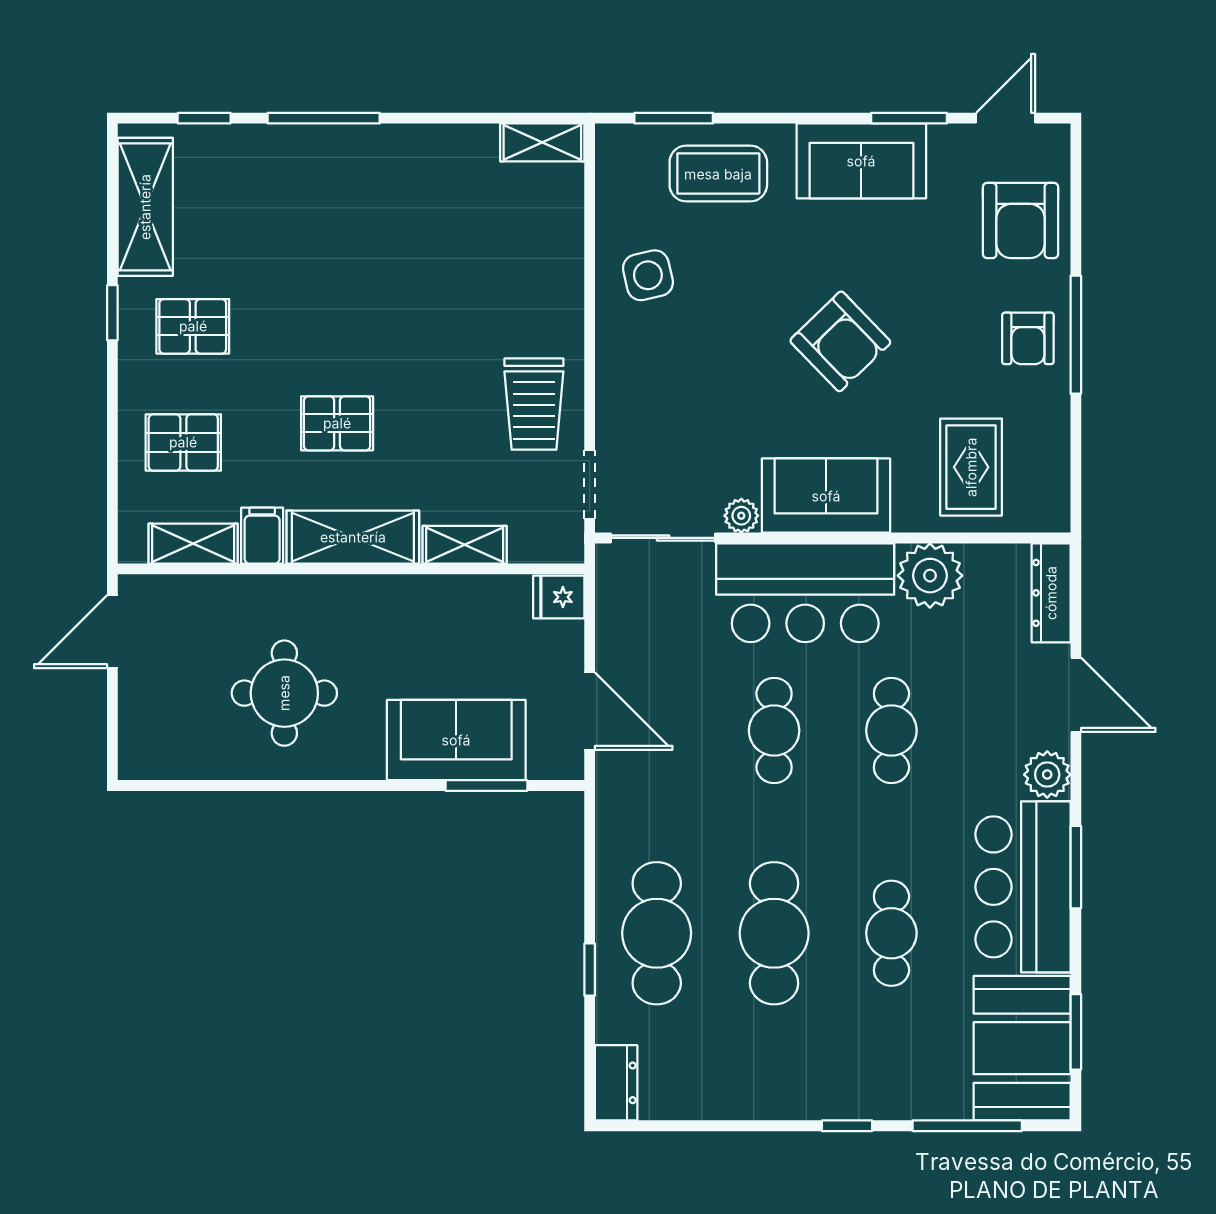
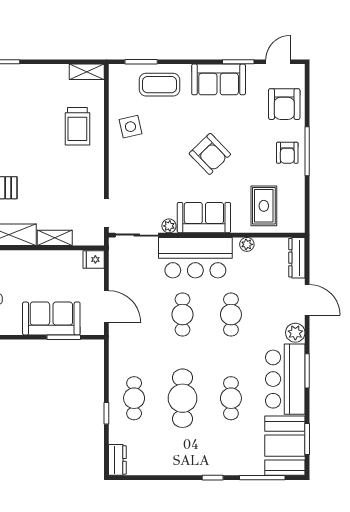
trolley: (534, 404) -> (77, 126), moved
plant: (930, 576) -> (247, 244), width x0.53, depth x0.53
cafe table: (657, 933) -> (134, 398), width x0.73, depth x0.74

